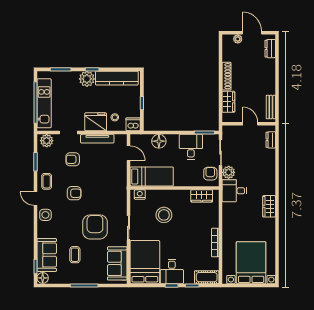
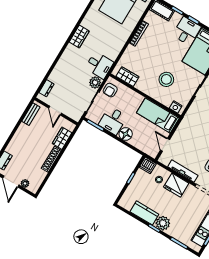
kitchen counter: (117, 78) -> (144, 213), width x0.67
floor lamp: (159, 141) -> (126, 134), moved

